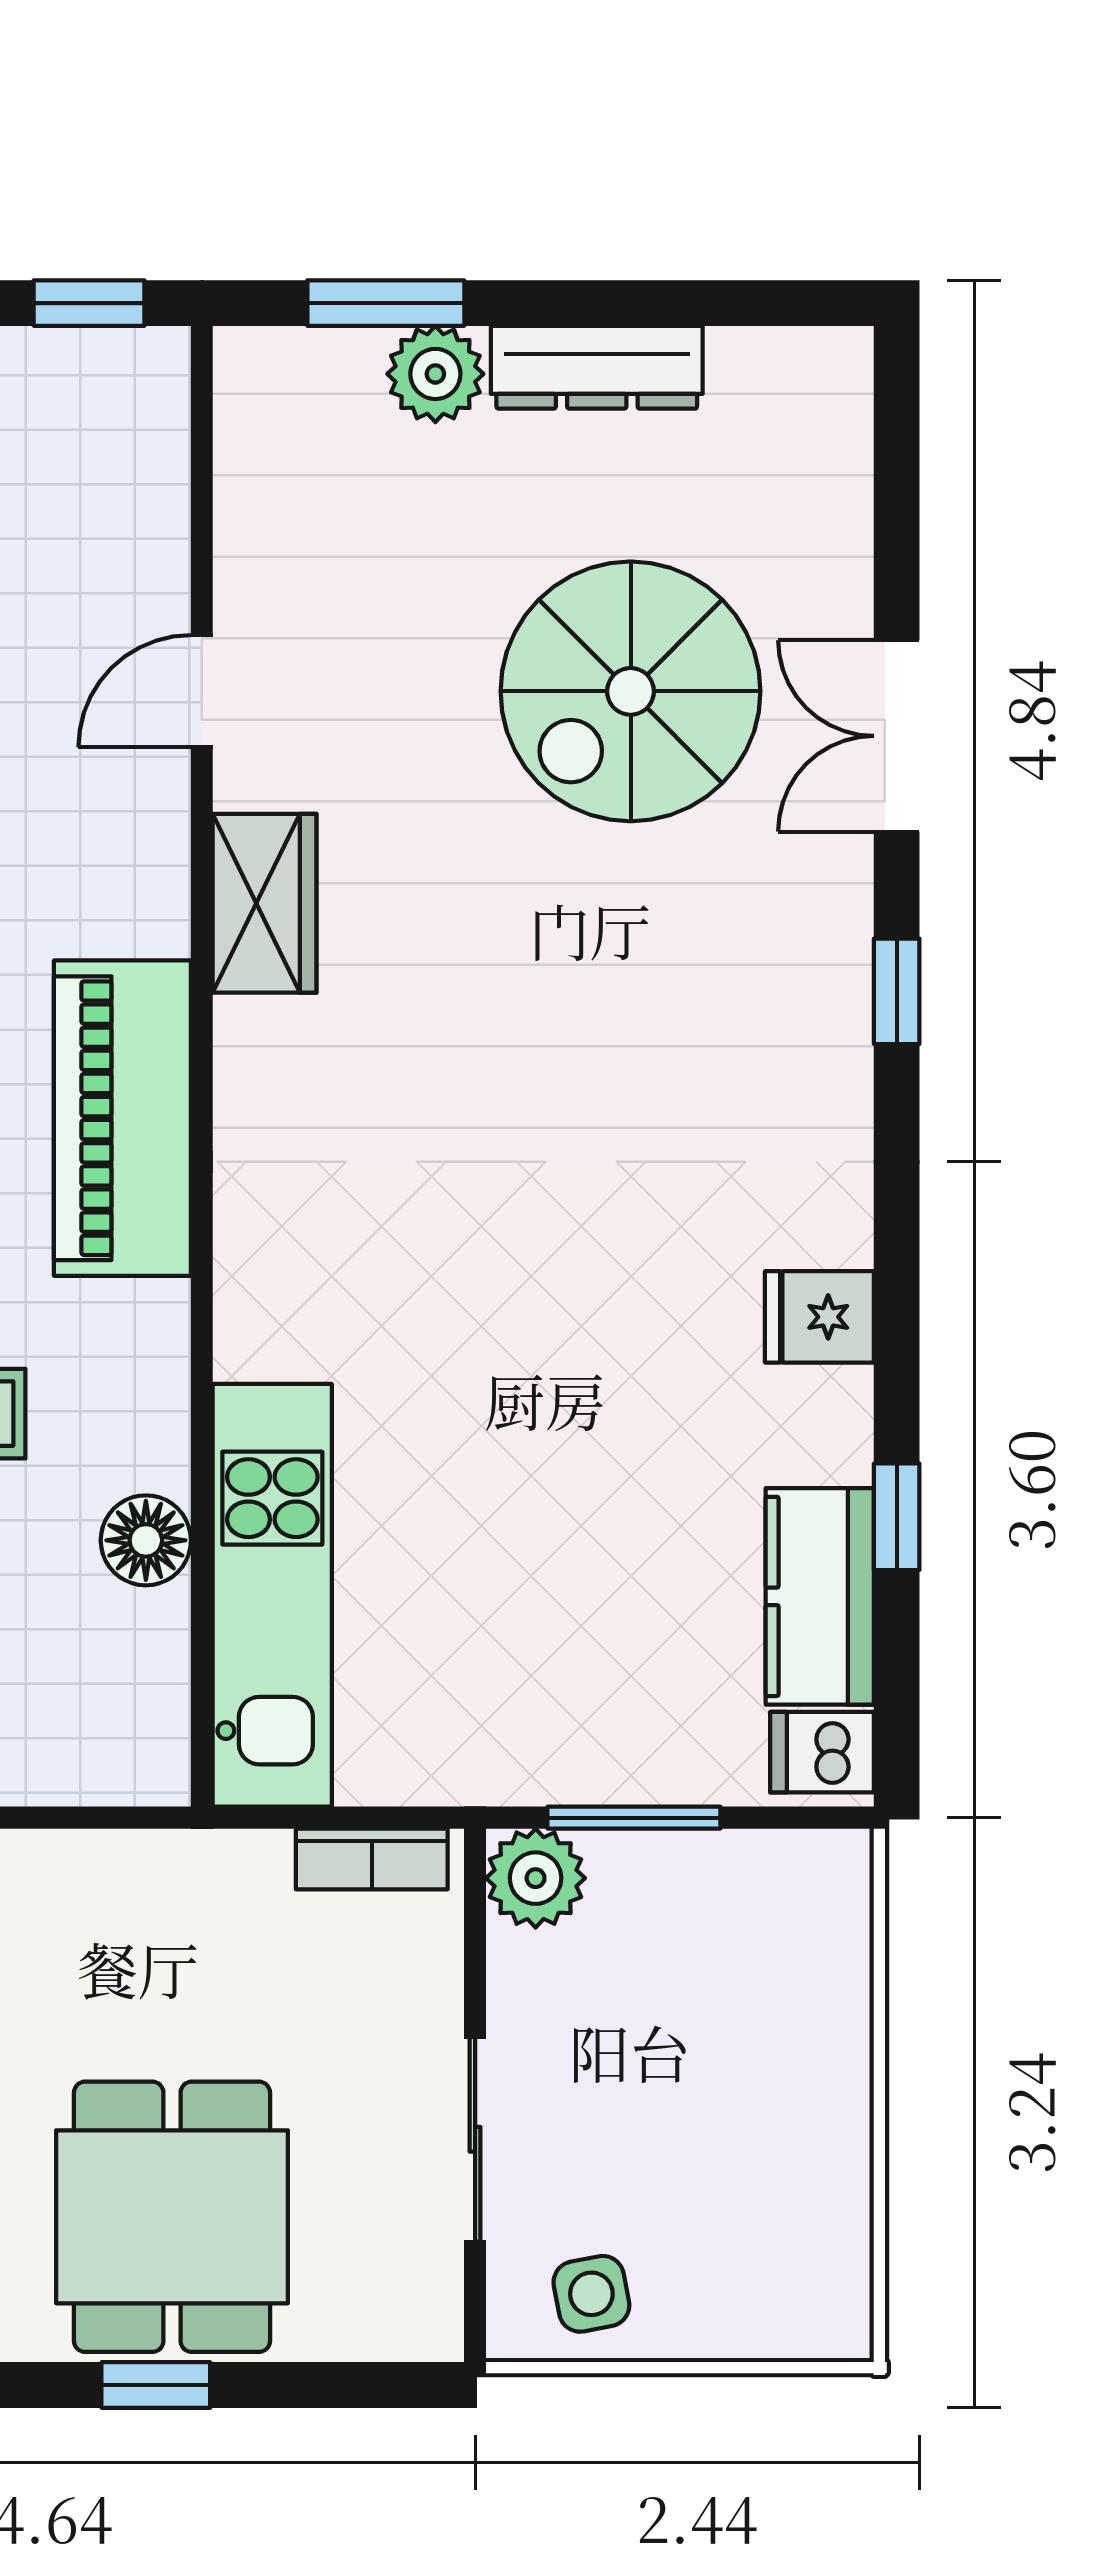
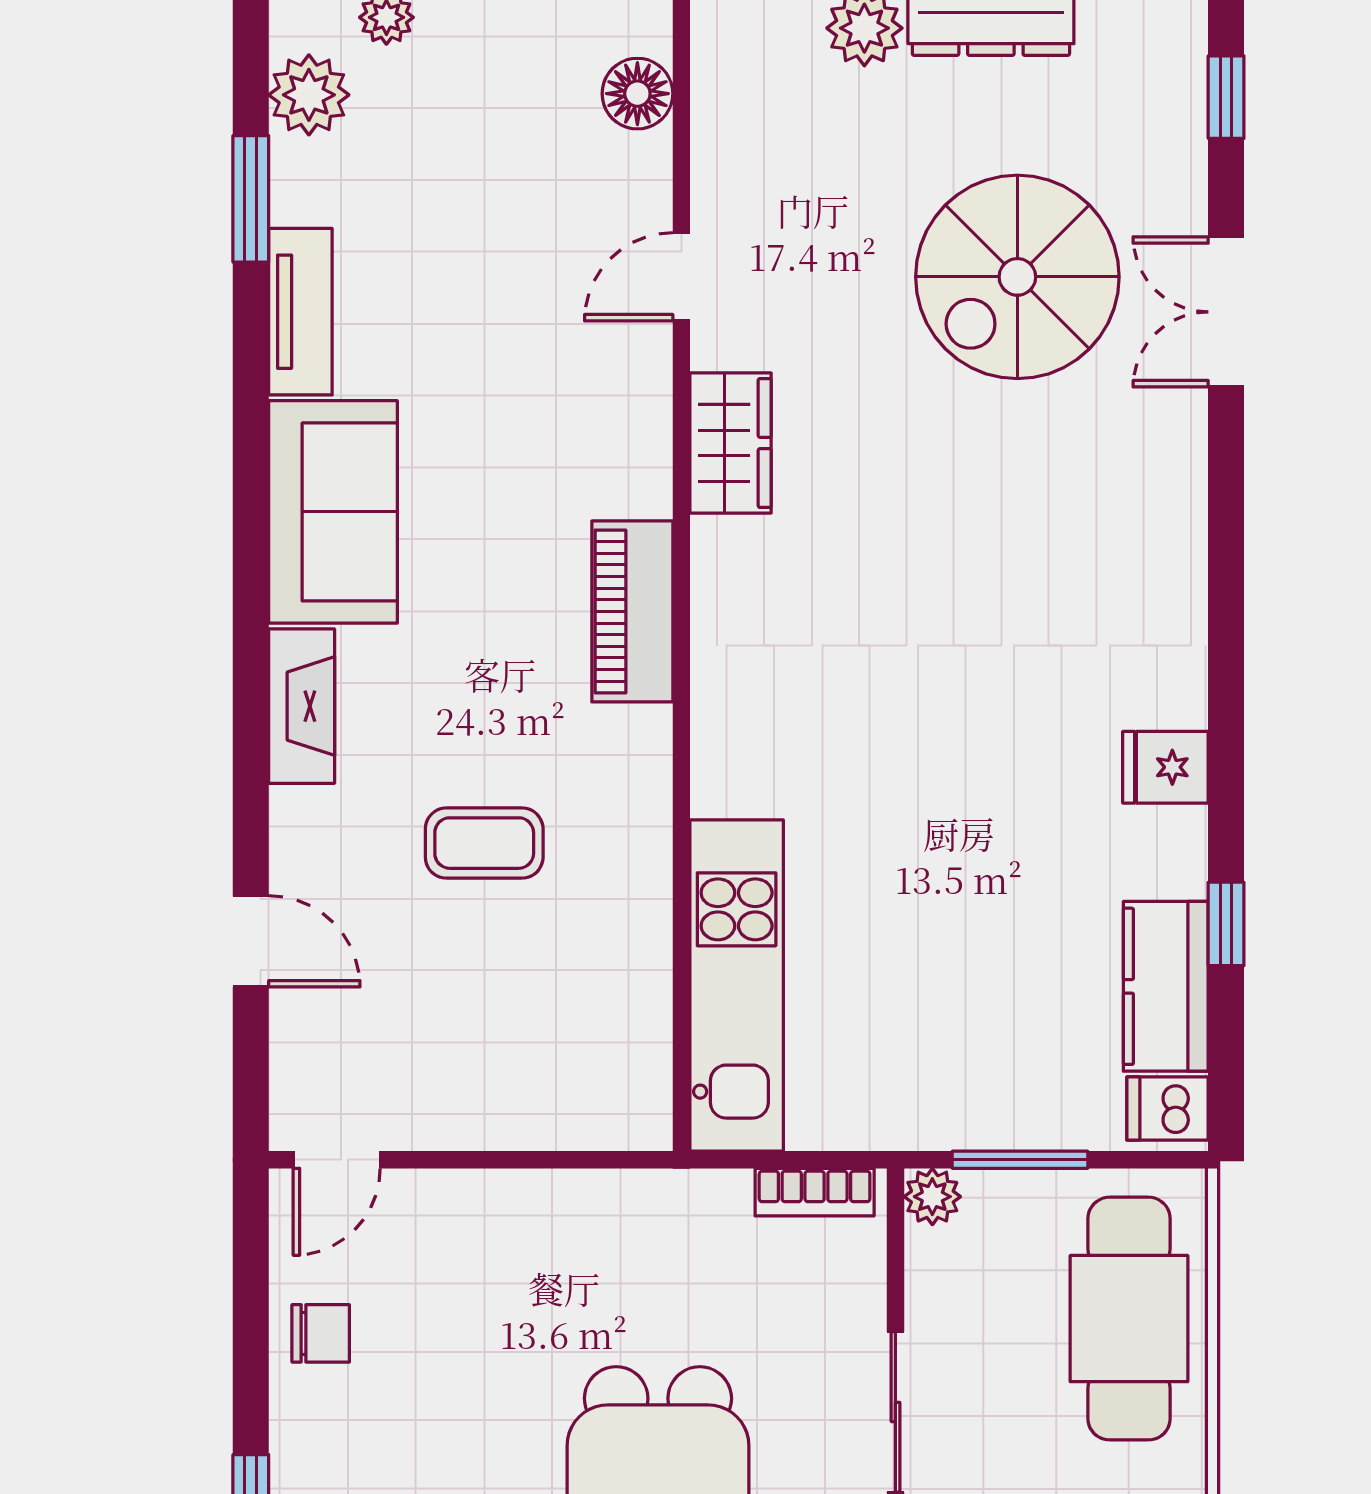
window: (897, 991) -> (1226, 97), moved
piano: (122, 1118) -> (632, 611), width x0.73, depth x0.75
floor lamp: (146, 1540) -> (637, 94), moved
plant: (536, 1878) -> (932, 1197), width x0.73, depth x0.73
cafe table: (773, 2020) -> (1129, 1319), added

